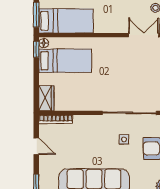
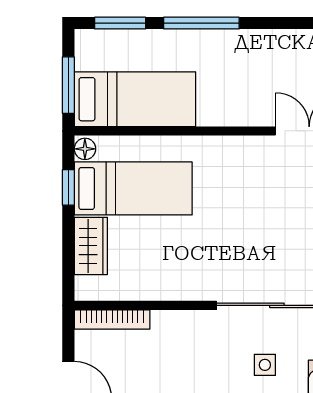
window: (36, 49) -> (68, 187), moved
wardrobe: (46, 98) -> (91, 246), moved

